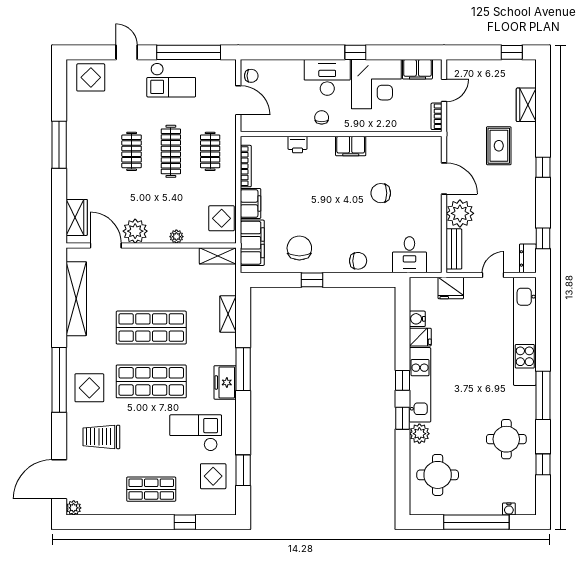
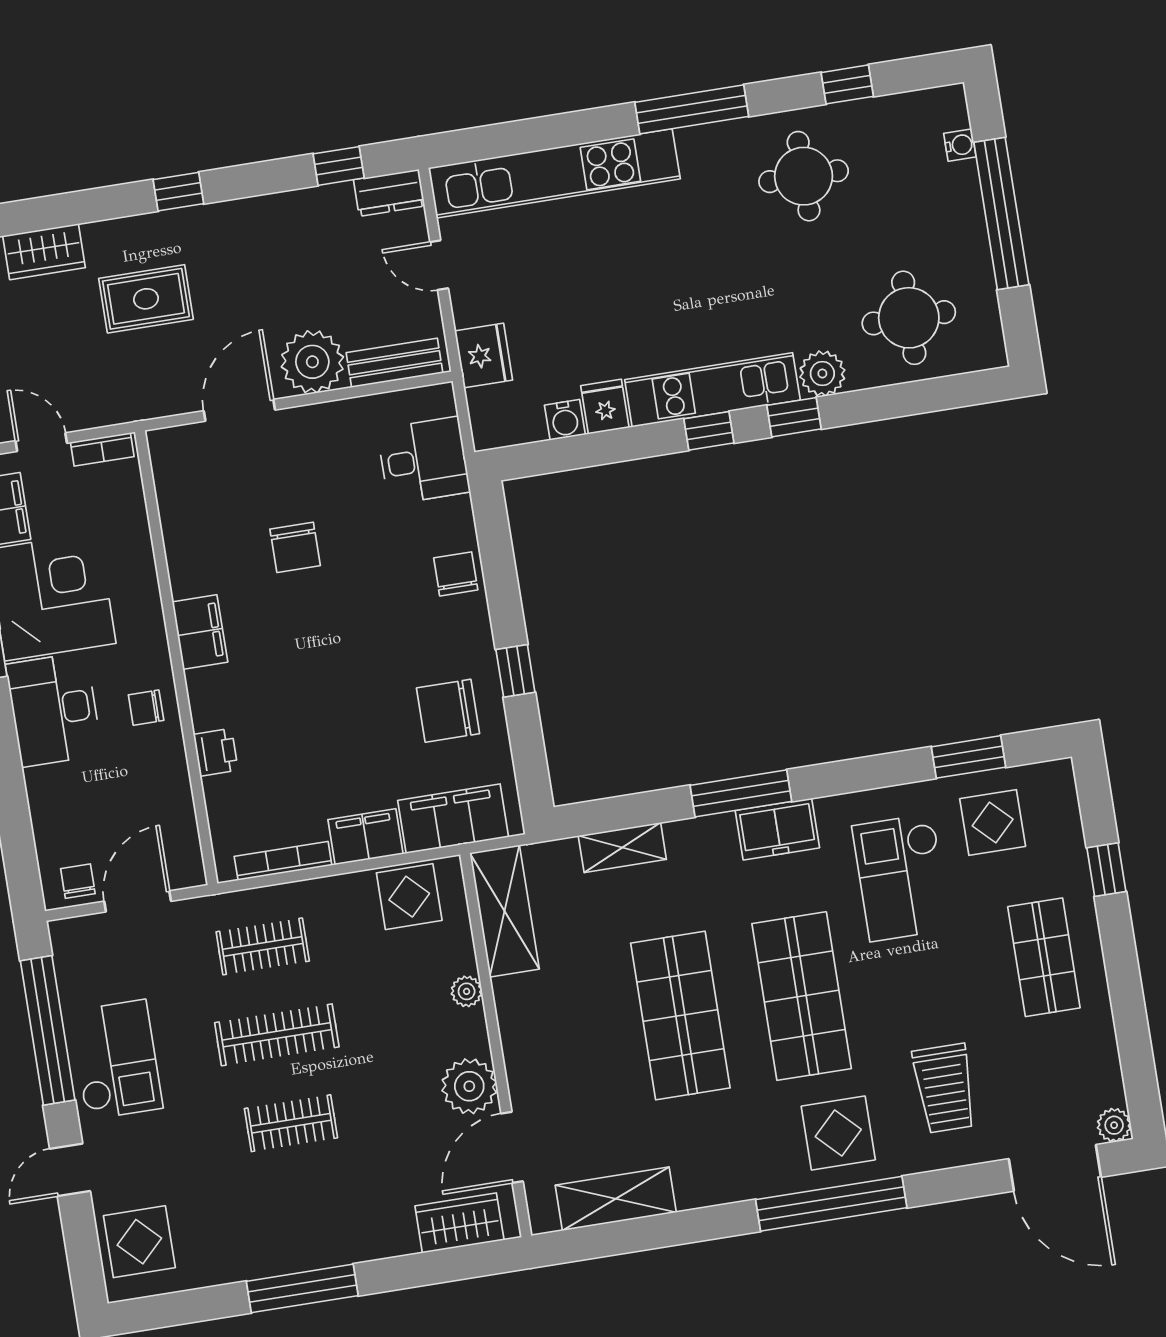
shelving: (218, 256) -> (505, 911), width x1.50, depth x1.33
shelving: (76, 299) -> (616, 1199), width x0.68

